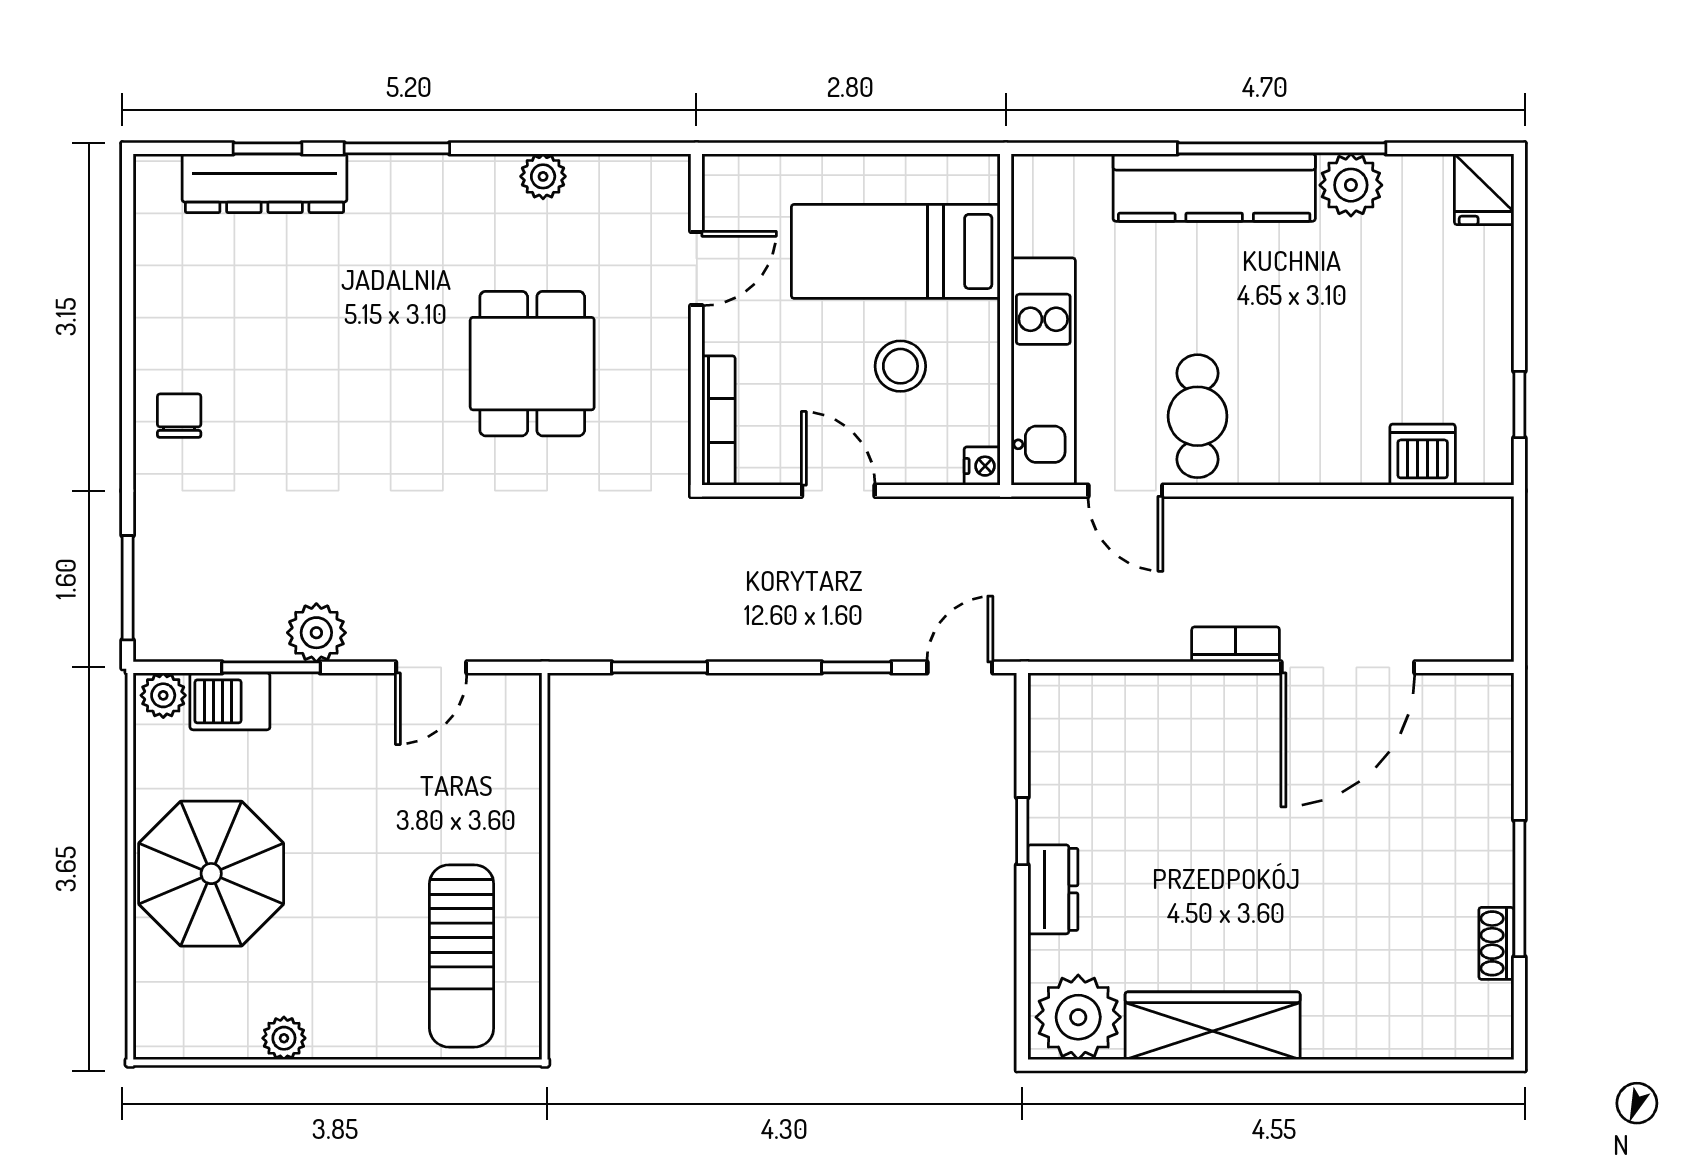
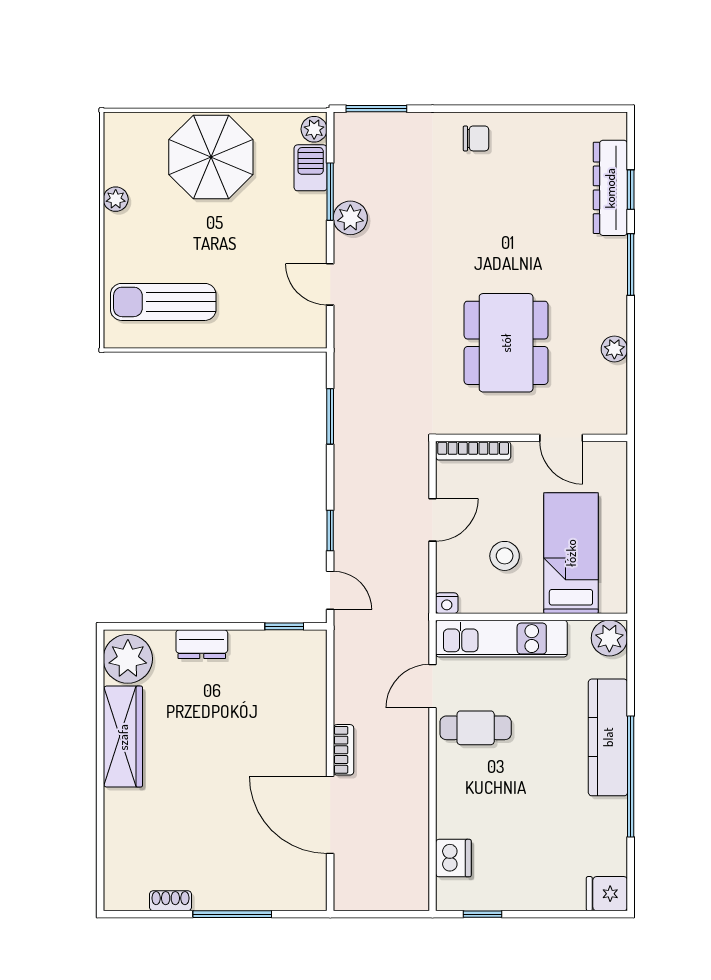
plant: (1351, 185) -> (609, 638), moved
dining table: (532, 364) -> (506, 343), width x1.38
window: (1022, 831) -> (284, 626), moved
window: (1519, 889) -> (232, 914), moved

